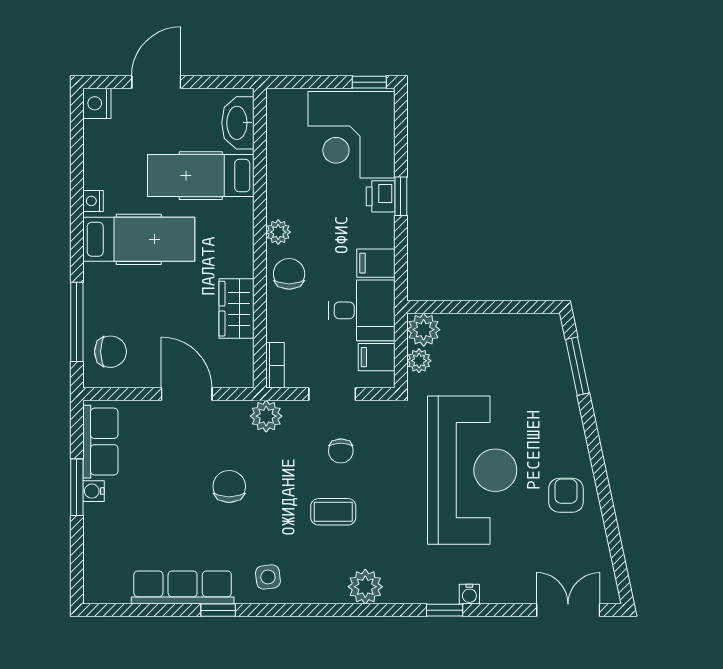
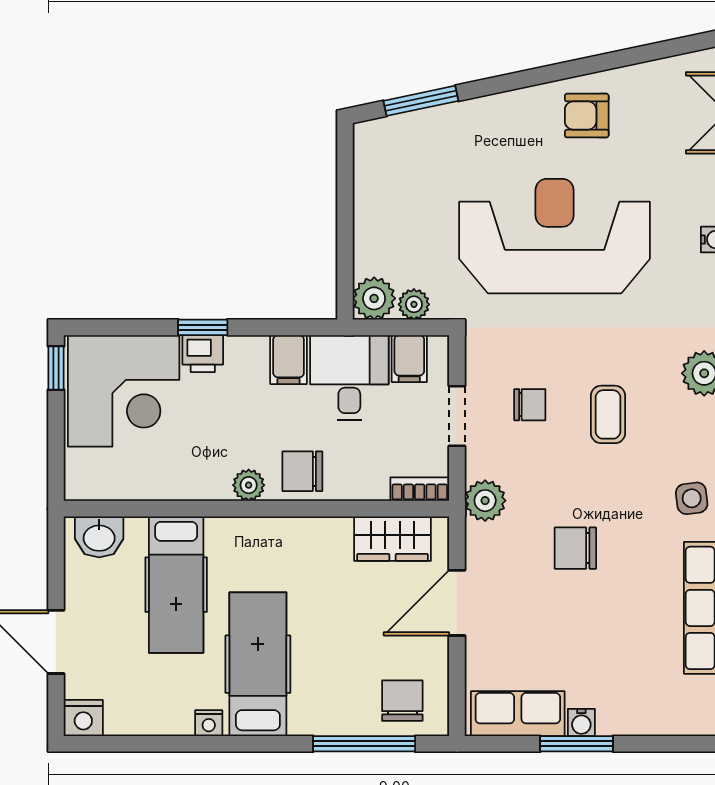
washbasin: (238, 123) -> (99, 537), width x0.72
wardrobe: (237, 309) -> (392, 539), moved

